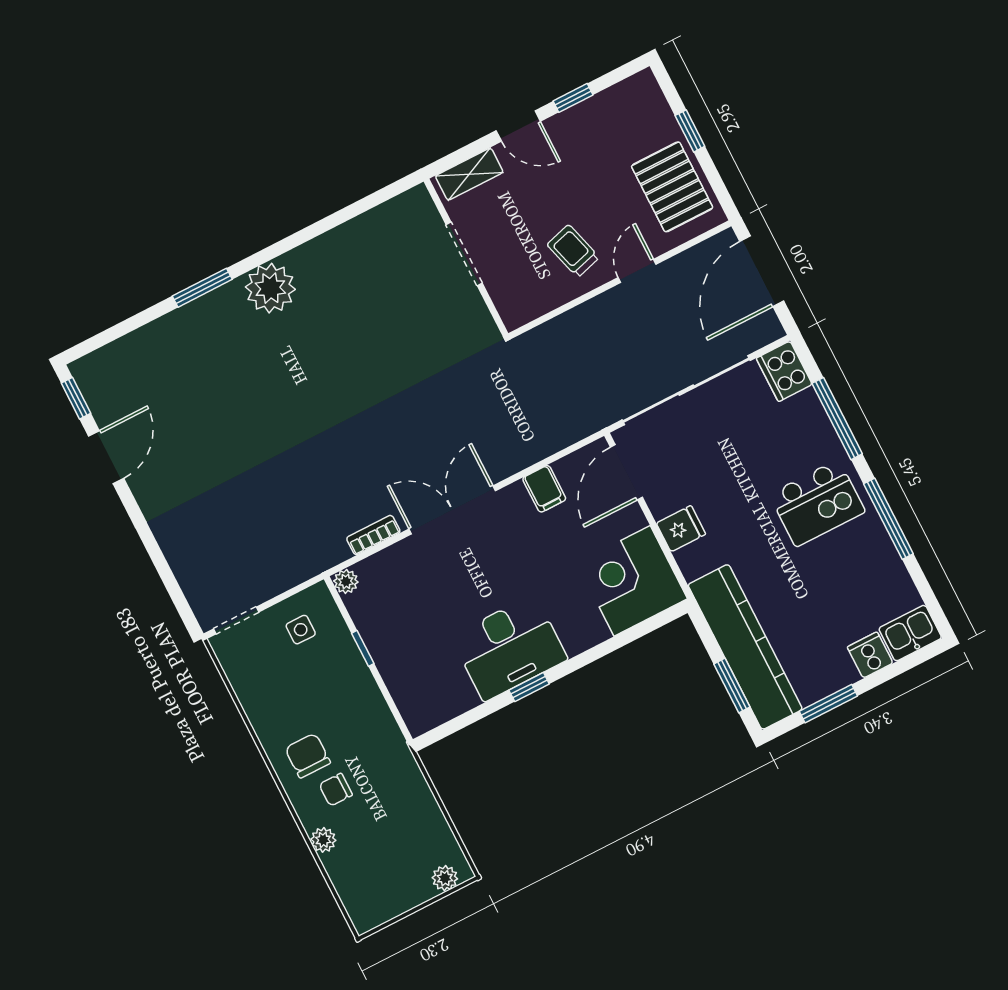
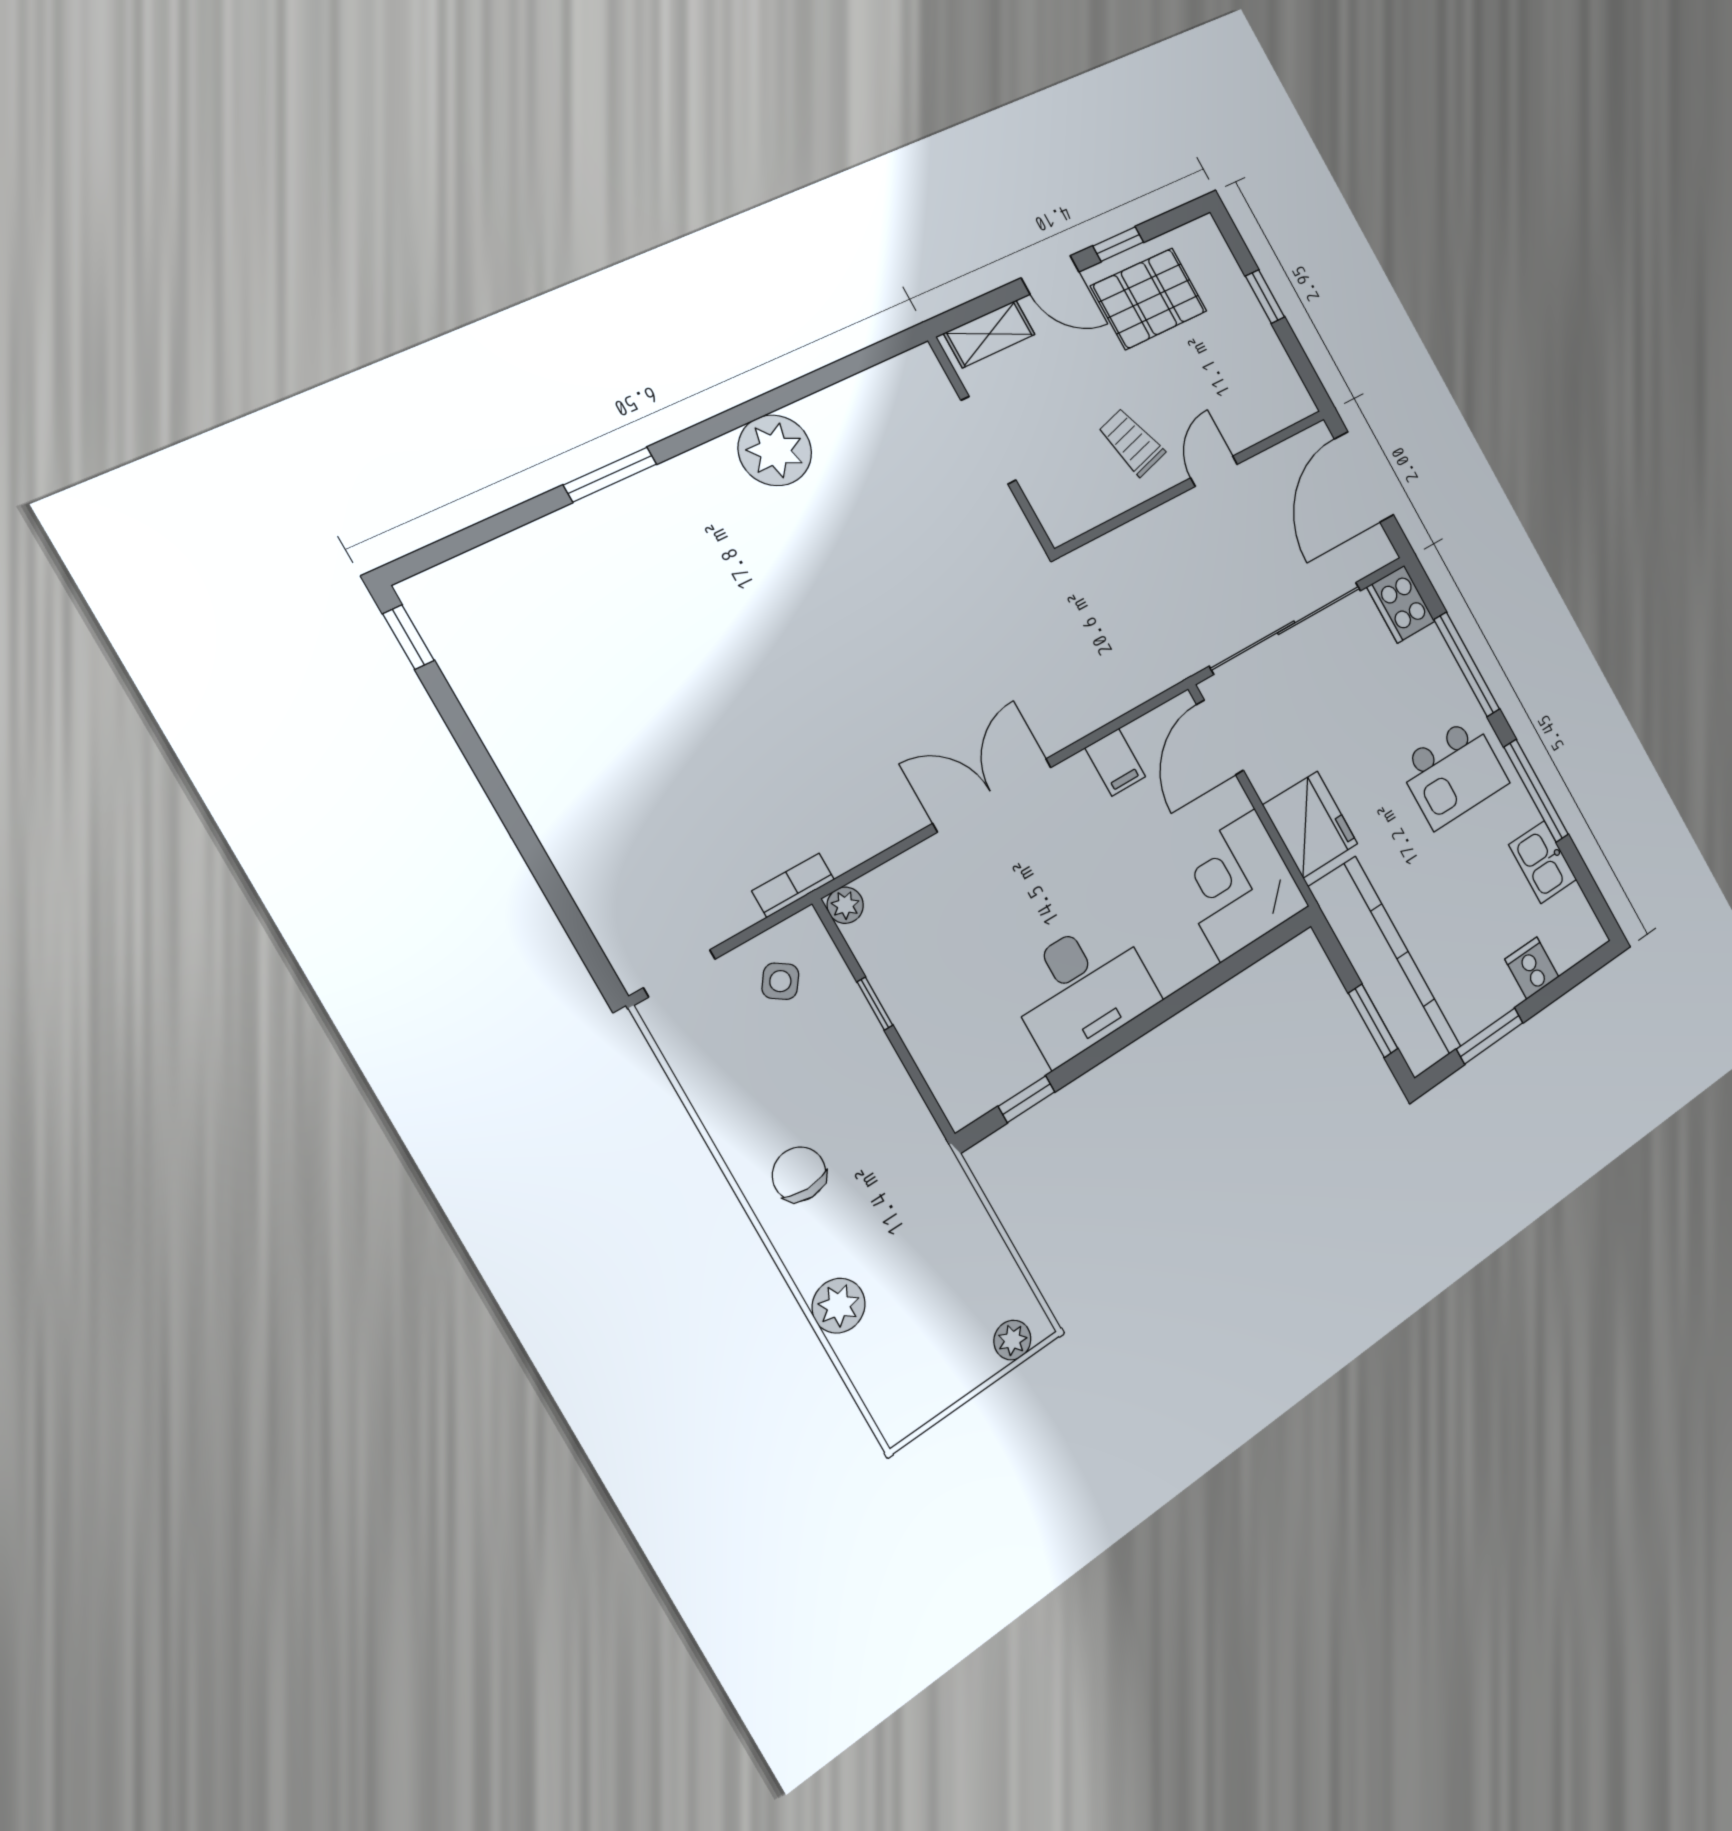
pallet: (672, 187) -> (1149, 299), moved, turned 90
plant: (270, 288) -> (775, 450), moved
door: (106, 457) -> (461, 728), removed
fridge: (681, 529) -> (1310, 824), width x1.88, depth x1.34
bookcase: (373, 535) -> (793, 885), moved
side table: (301, 630) -> (780, 981), turned 35
kitchen sink: (910, 633) -> (1543, 862), moved, turned -90
window: (529, 687) -> (1027, 1099), moved
chair: (336, 790) -> (844, 1223), removed
plant: (323, 840) -> (839, 1306), width x1.38, depth x1.38

